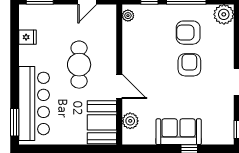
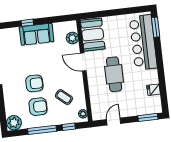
coffee table: (151, 41) -> (64, 97), added
armchair: (189, 65) -> (34, 83), turned -90

